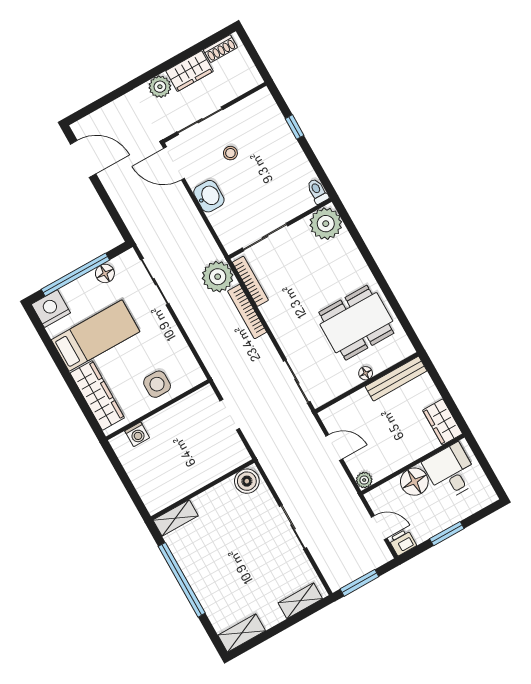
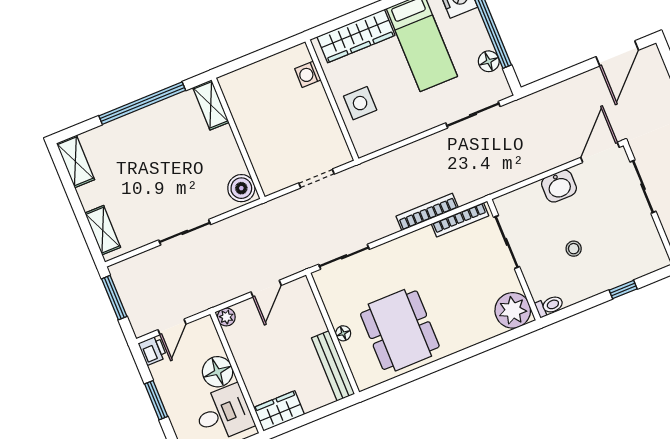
stool: (230, 153) -> (574, 249), moved
plant: (218, 277) -> (470, 184), removed

